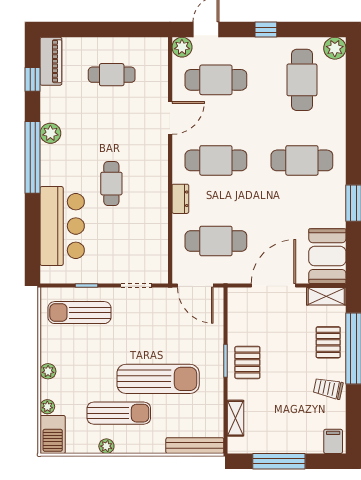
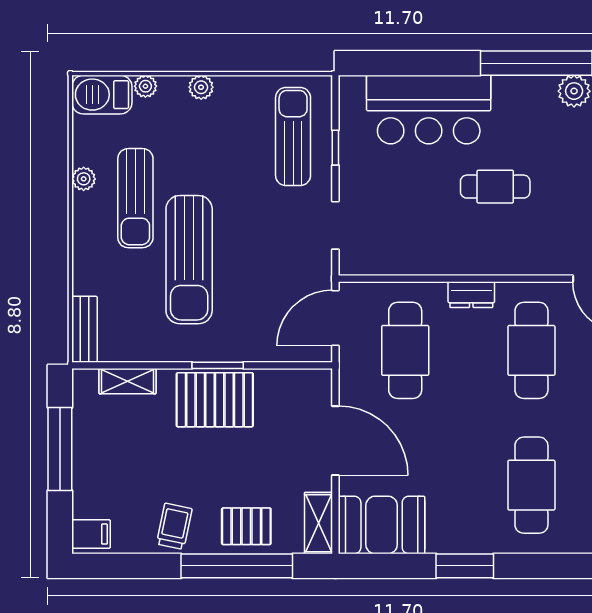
pallet: (247, 362) -> (215, 400), width x1.50, depth x1.42
bench: (195, 446) -> (85, 329), width x0.73

